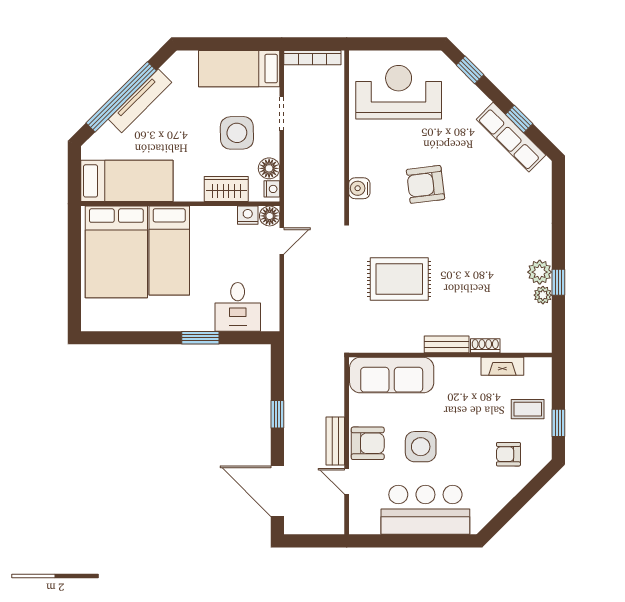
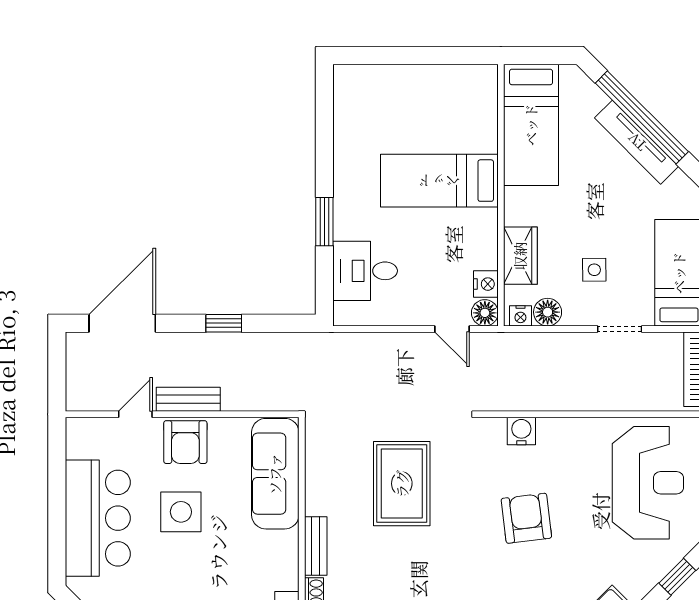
side table: (237, 133) -> (594, 270), width x0.54, depth x0.54
bed: (116, 252) -> (438, 111), removed

